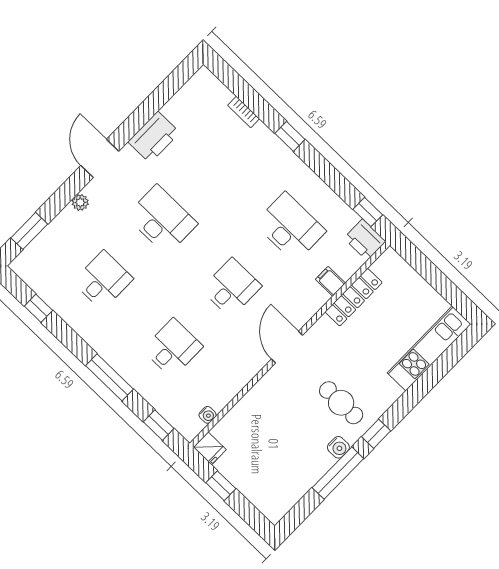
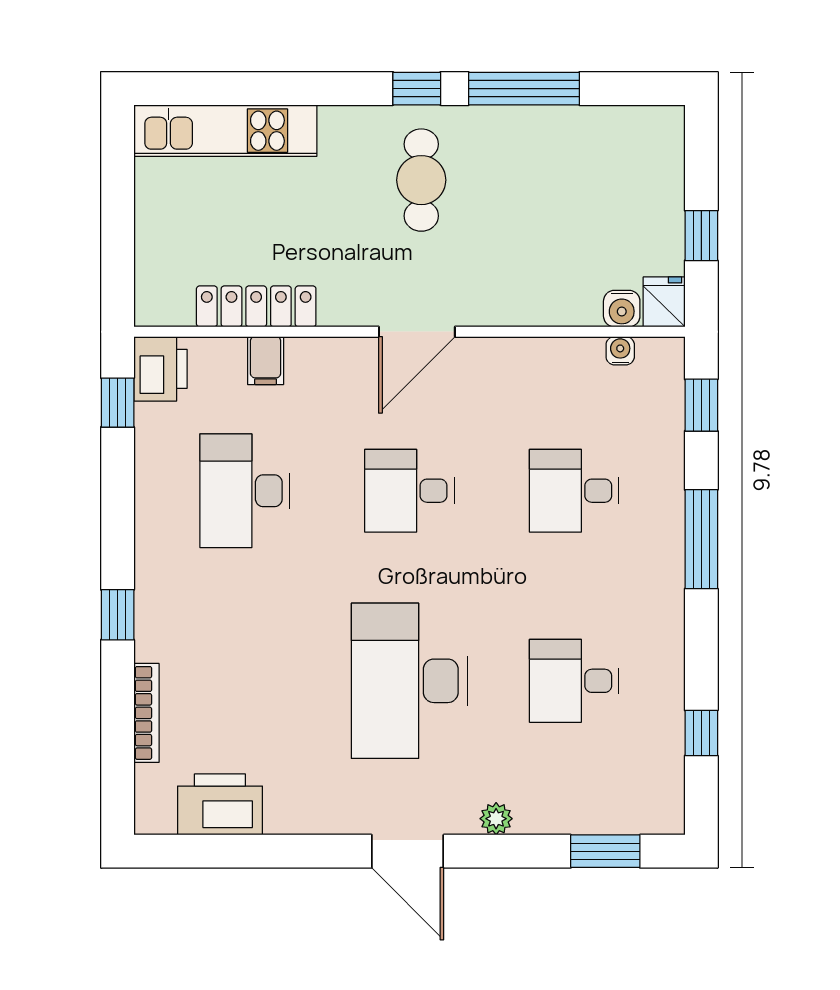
bookcase: (244, 112) -> (146, 713), width x1.56
printer: (154, 137) -> (220, 804), moved
door: (100, 158) -> (408, 851), hinge flipped
desk: (162, 220) -> (409, 681), width x1.36, depth x1.30
water cooler: (338, 447) -> (622, 309), moved, turned 180

